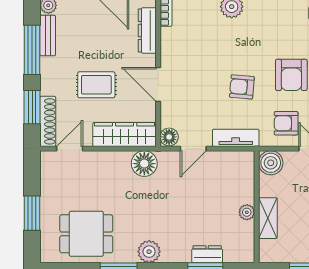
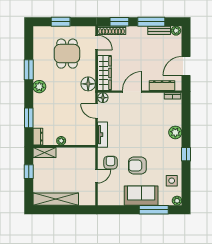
rug: (96, 85) -> (132, 57), removed
armchair: (242, 87) -> (131, 138), removed
boiler: (271, 163) -> (89, 154), removed
shelving: (268, 218) -> (44, 152), moved
dining table: (86, 234) -> (67, 54), moved
dresser: (207, 254) -> (38, 137), moved

